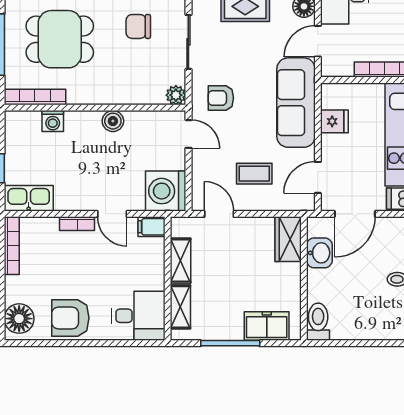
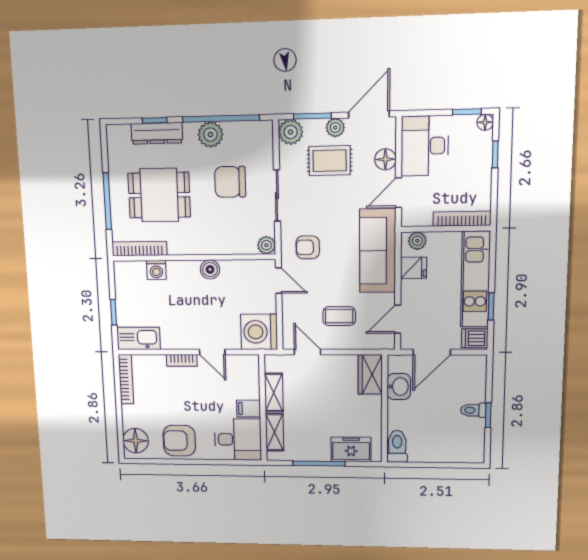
chair: (138, 26) -> (230, 182), width x1.37, depth x1.37
plant: (338, 92) -> (417, 241), added
filing cabinet: (152, 227) -> (249, 409), moved

